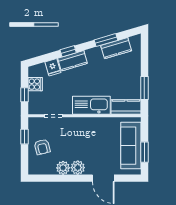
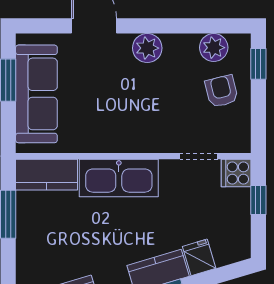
cooker: (35, 84) -> (236, 173), moved
window: (25, 137) -> (258, 64), moved
plant: (63, 168) -> (214, 48), moved

